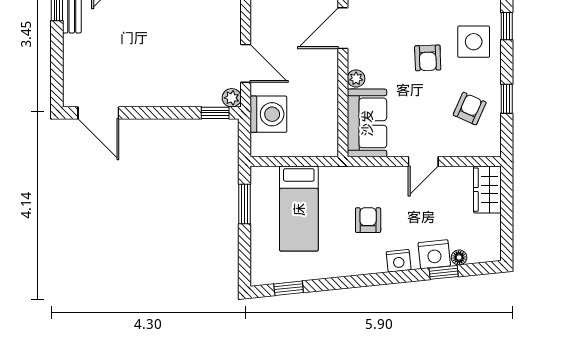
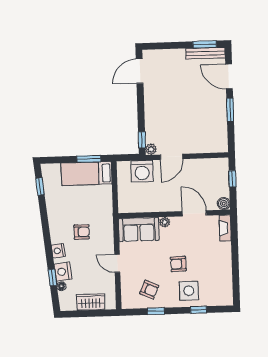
wardrobe: (487, 190) -> (91, 302), moved
bed: (299, 209) -> (86, 174), moved

